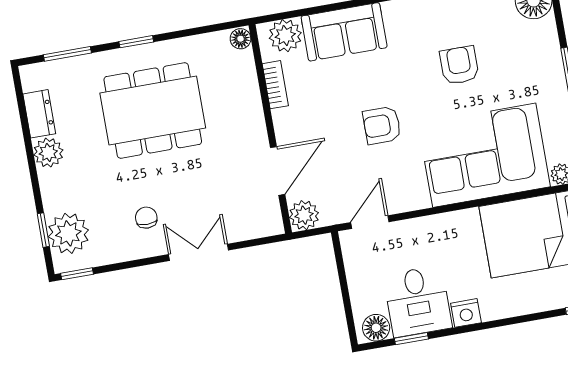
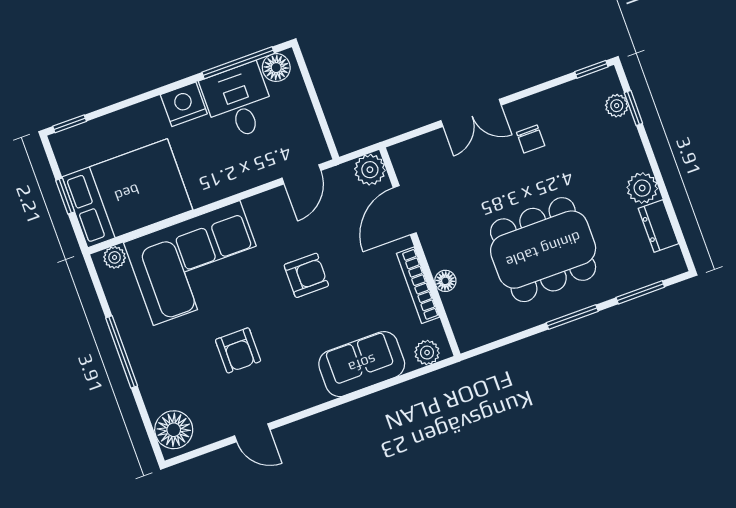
plant: (285, 36) -> (427, 353), width x0.73, depth x0.73
floor lamp: (240, 39) -> (445, 281), moved
window: (136, 42) -> (572, 317), width x1.50
bookcase: (275, 85) -> (418, 285), width x1.56
plant: (68, 233) -> (617, 106), width x0.53, depth x0.53
nightstand: (466, 313) -> (184, 104), width x1.36, depth x1.33
window: (411, 339) -> (238, 63), width x2.17

